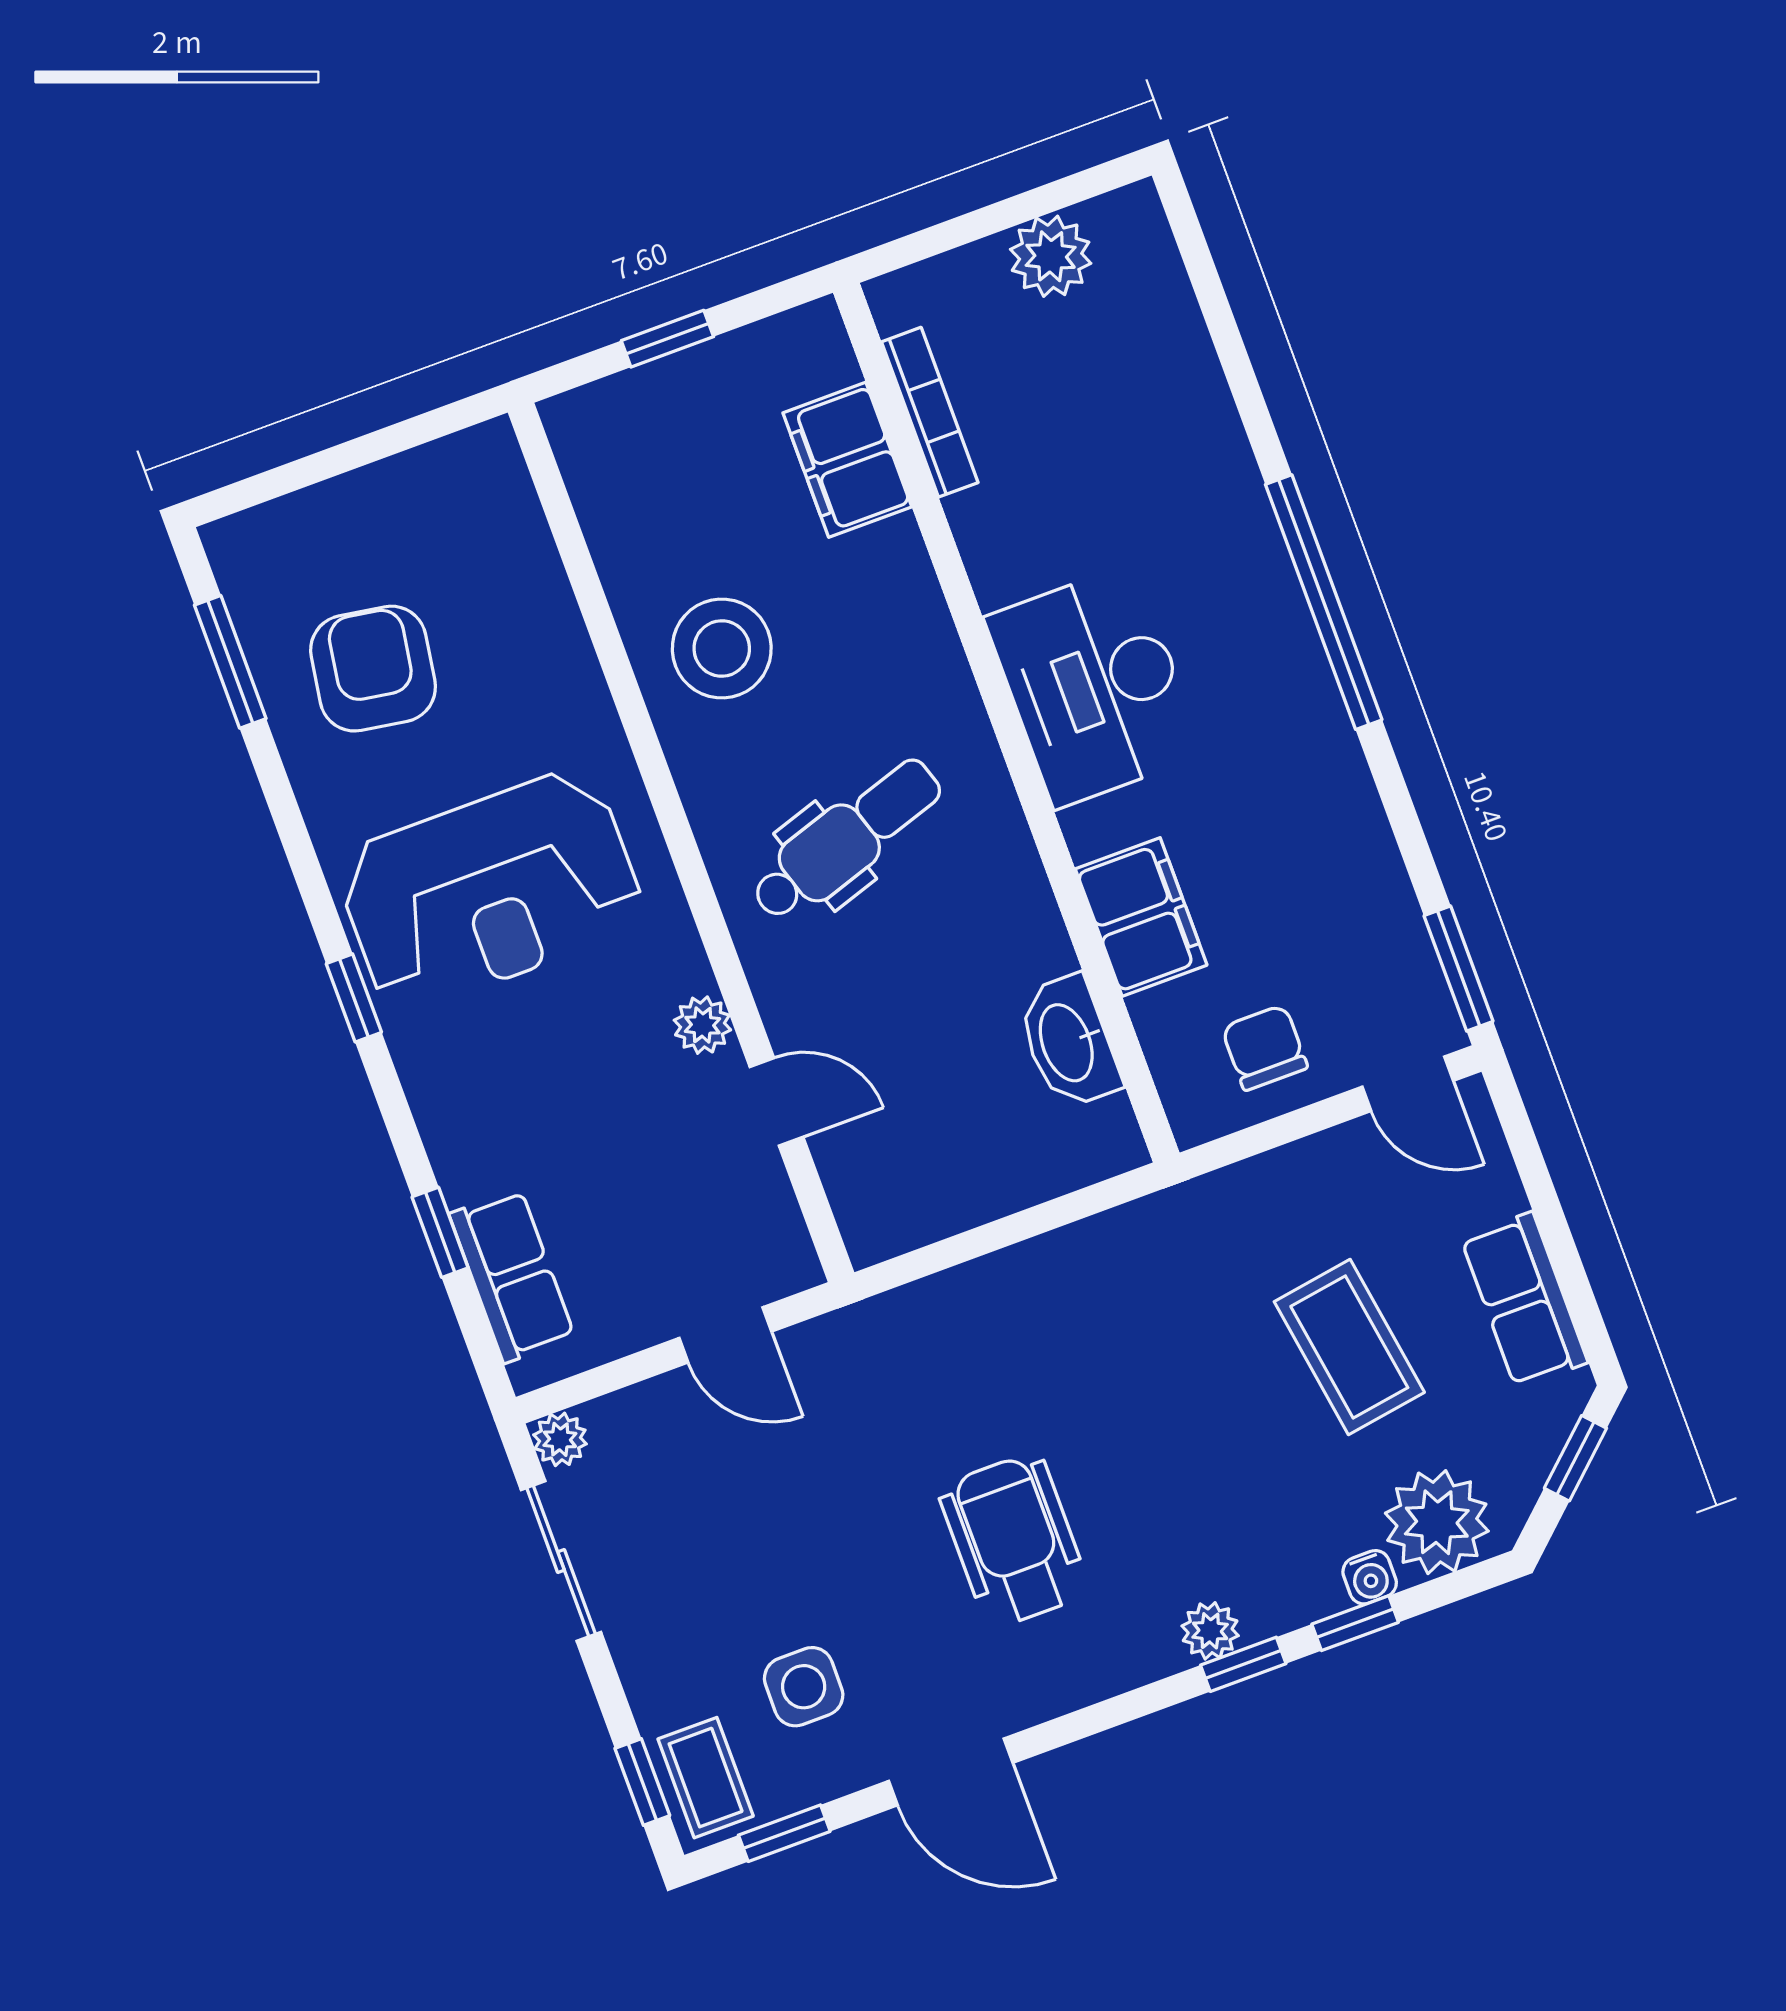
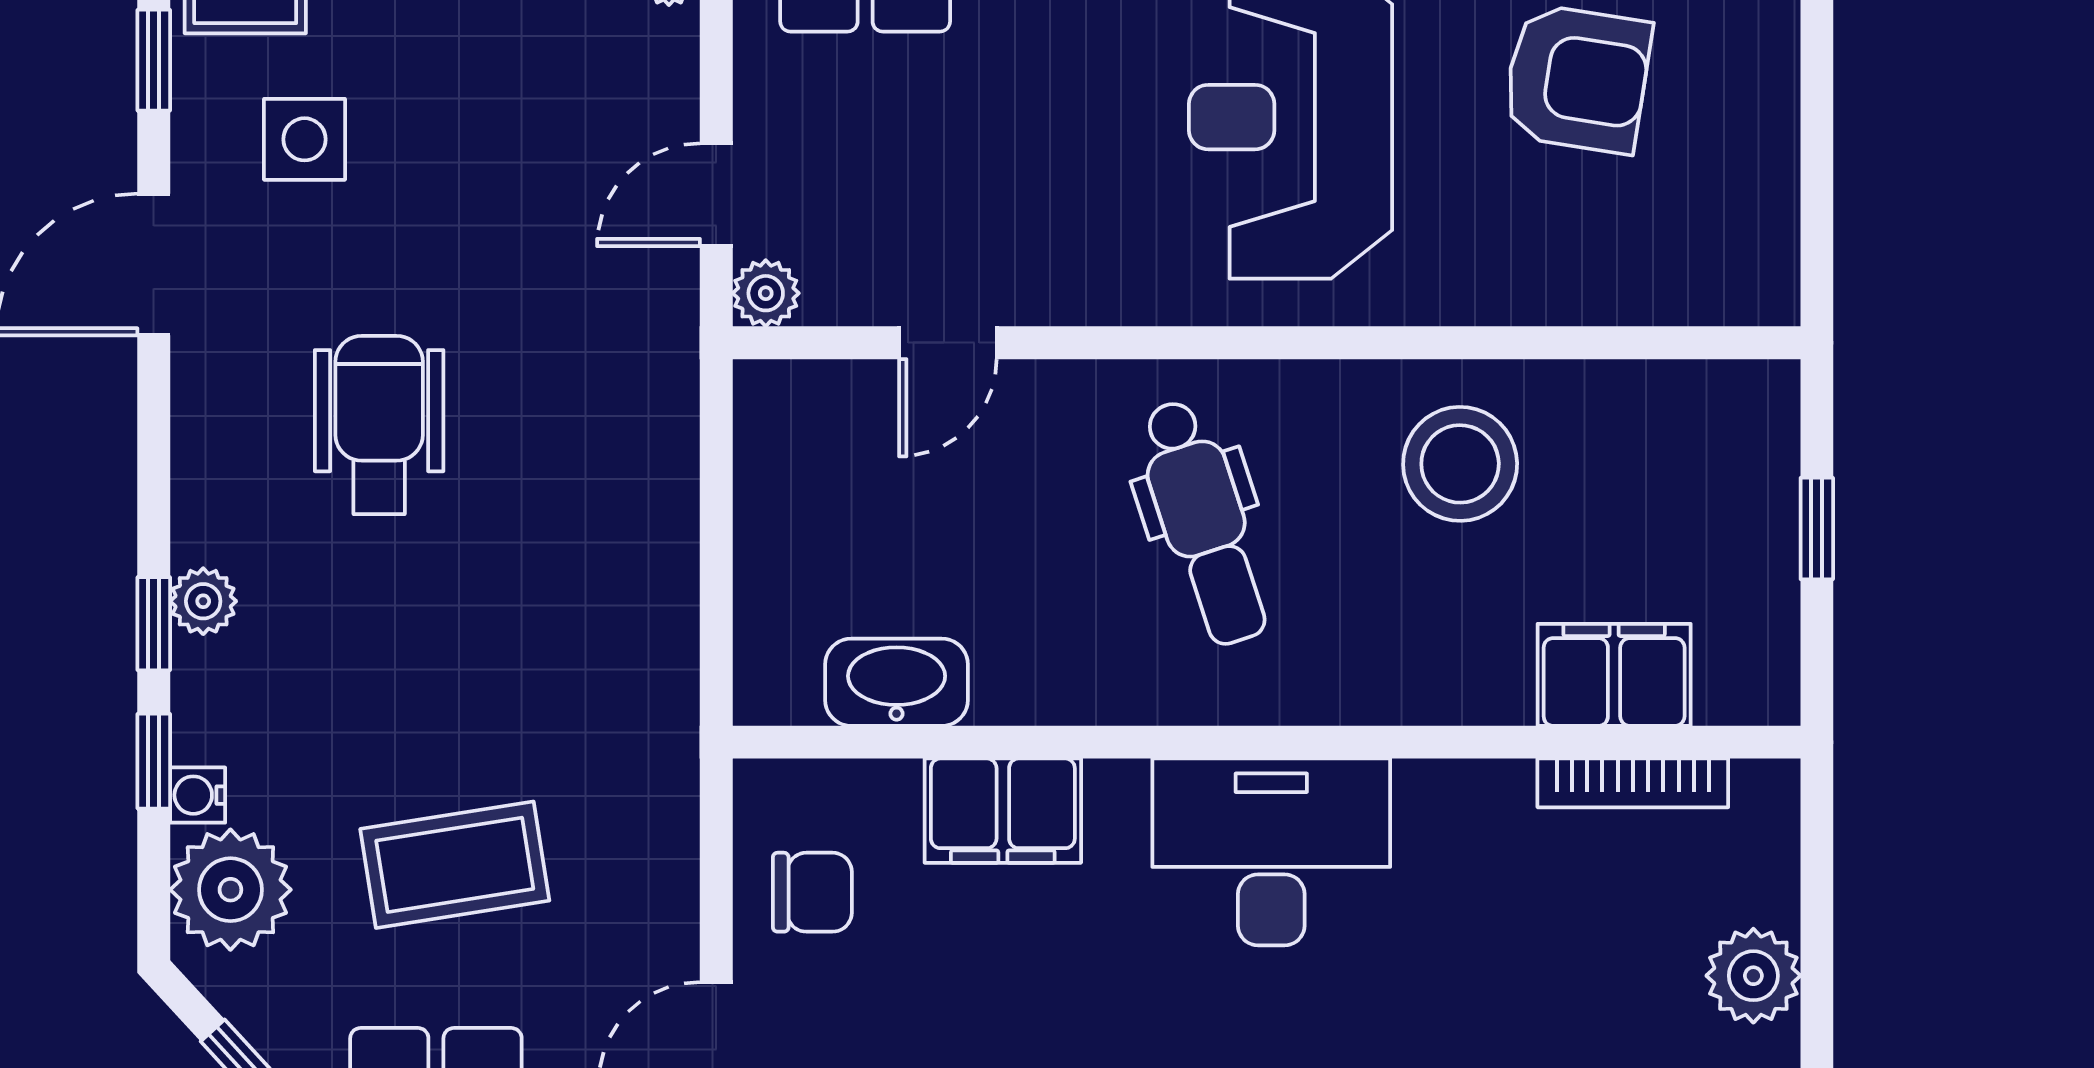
plant: (702, 1025) -> (766, 293), moved
wheelchair: (1014, 1540) -> (379, 425), turned -90

